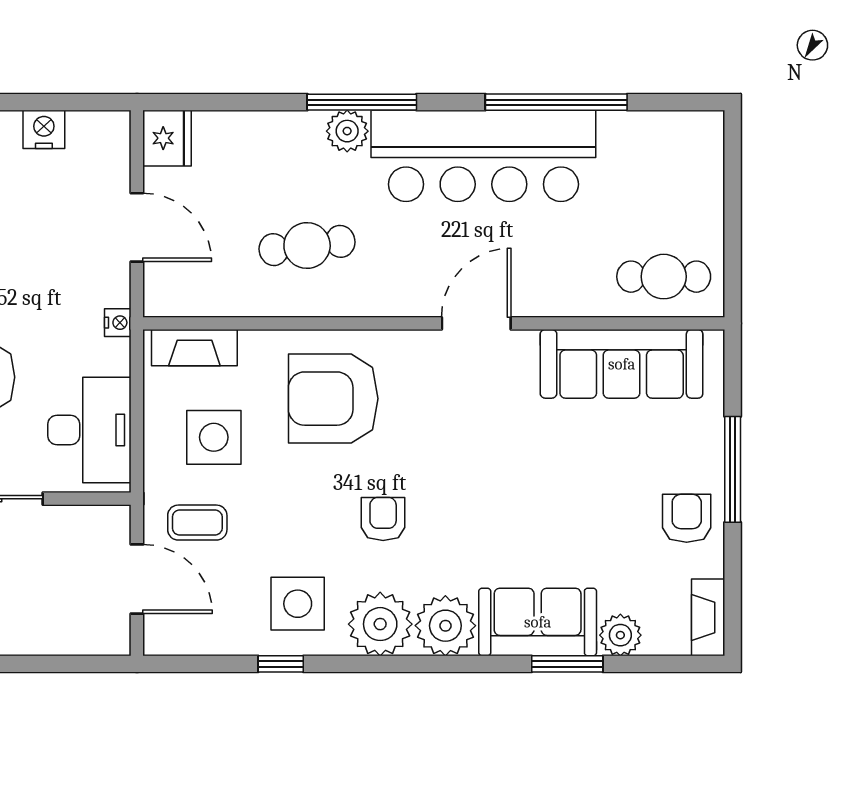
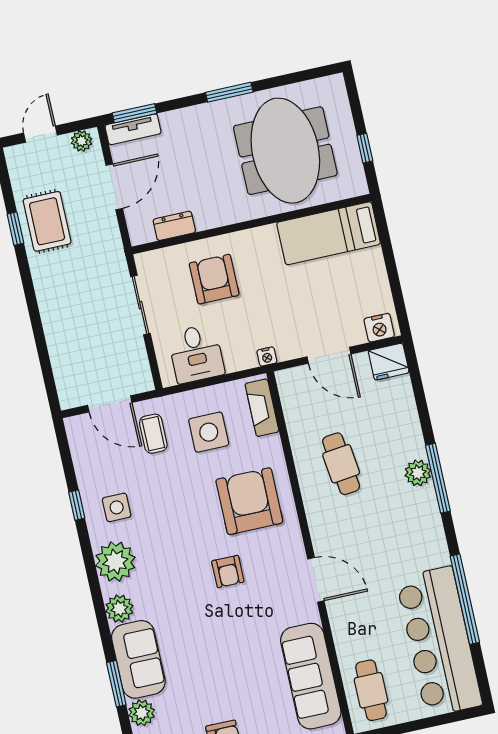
nightstand: (44, 129) -> (379, 328), moved, turned 90
bar counter: (483, 156) -> (439, 642), moved
door: (137, 227) -> (329, 355), hinge flipped
desk: (89, 430) -> (196, 354), width x0.73
armchair: (383, 519) -> (228, 571), moved, turned 90
door: (137, 579) -> (110, 404), hinge flipped
side table: (298, 604) -> (117, 507), width x0.73, depth x0.73
plant: (445, 626) -> (119, 609), width x0.73, depth x0.73

